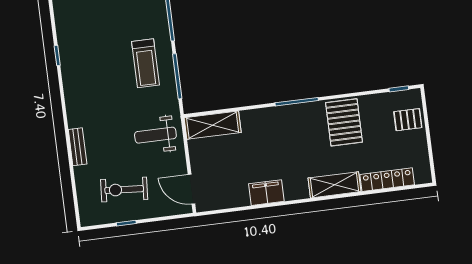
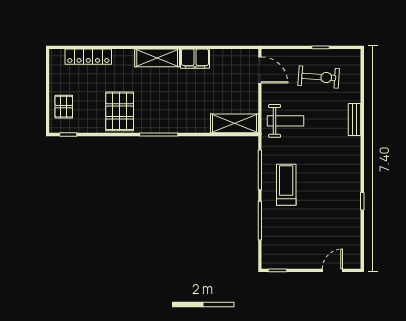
pallet: (408, 120) -> (64, 107), turned 90
shelving: (334, 185) -> (157, 58), moved

